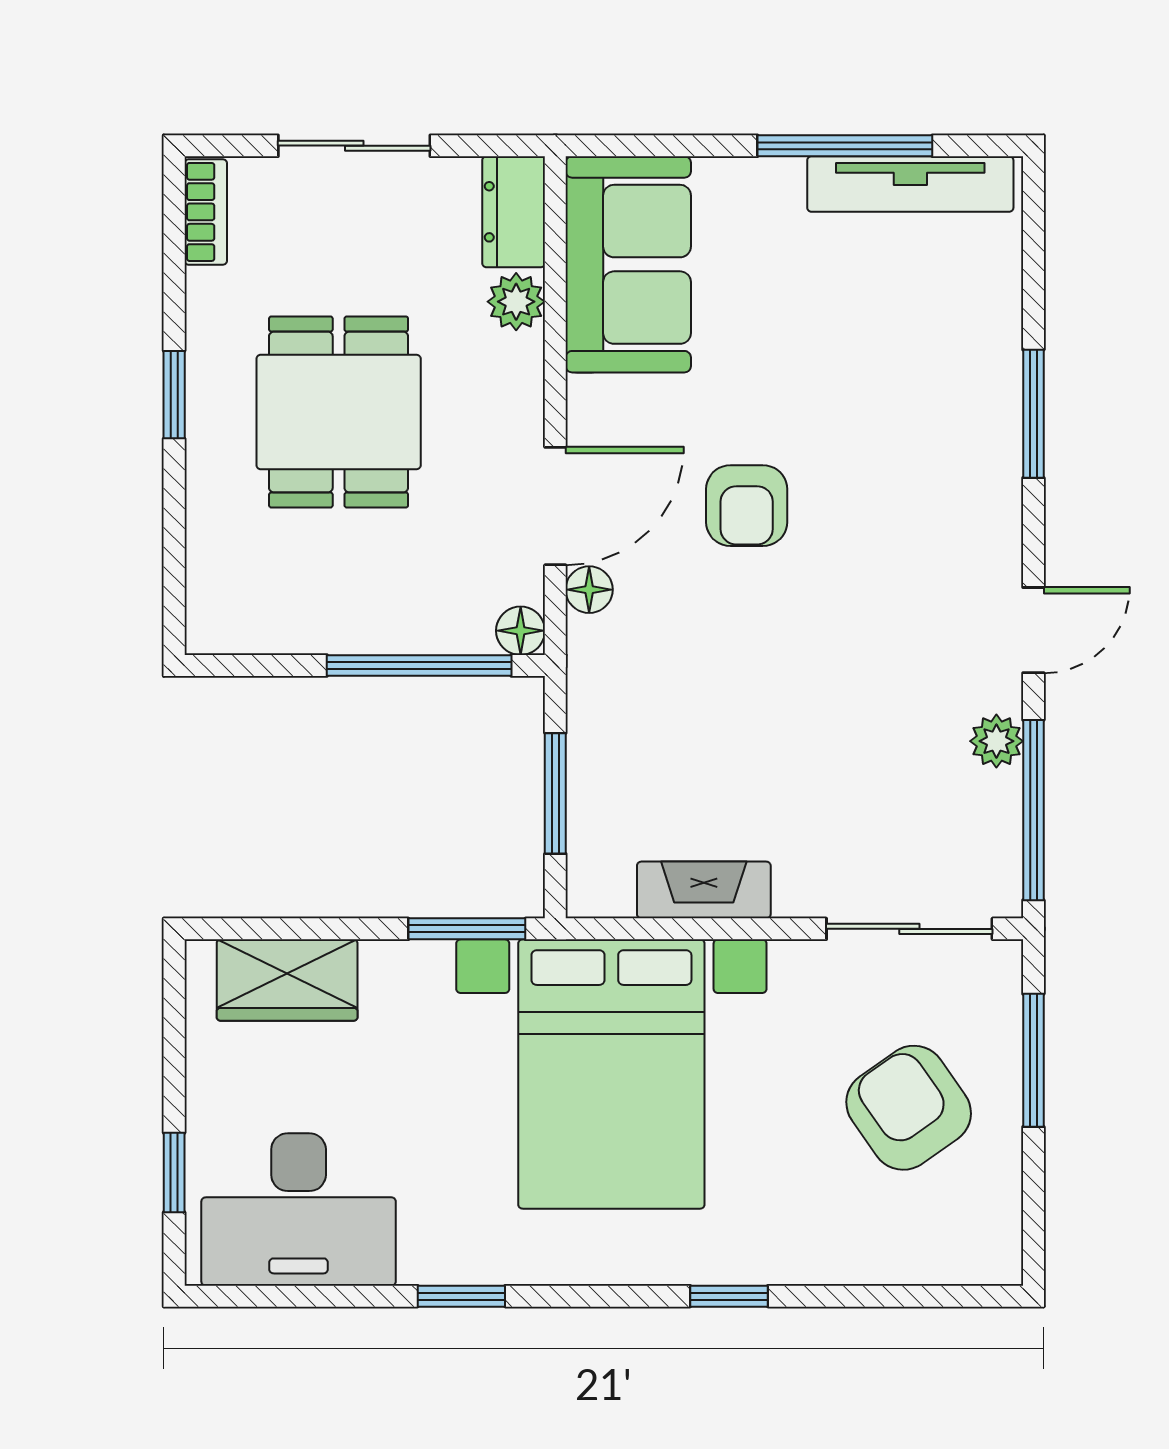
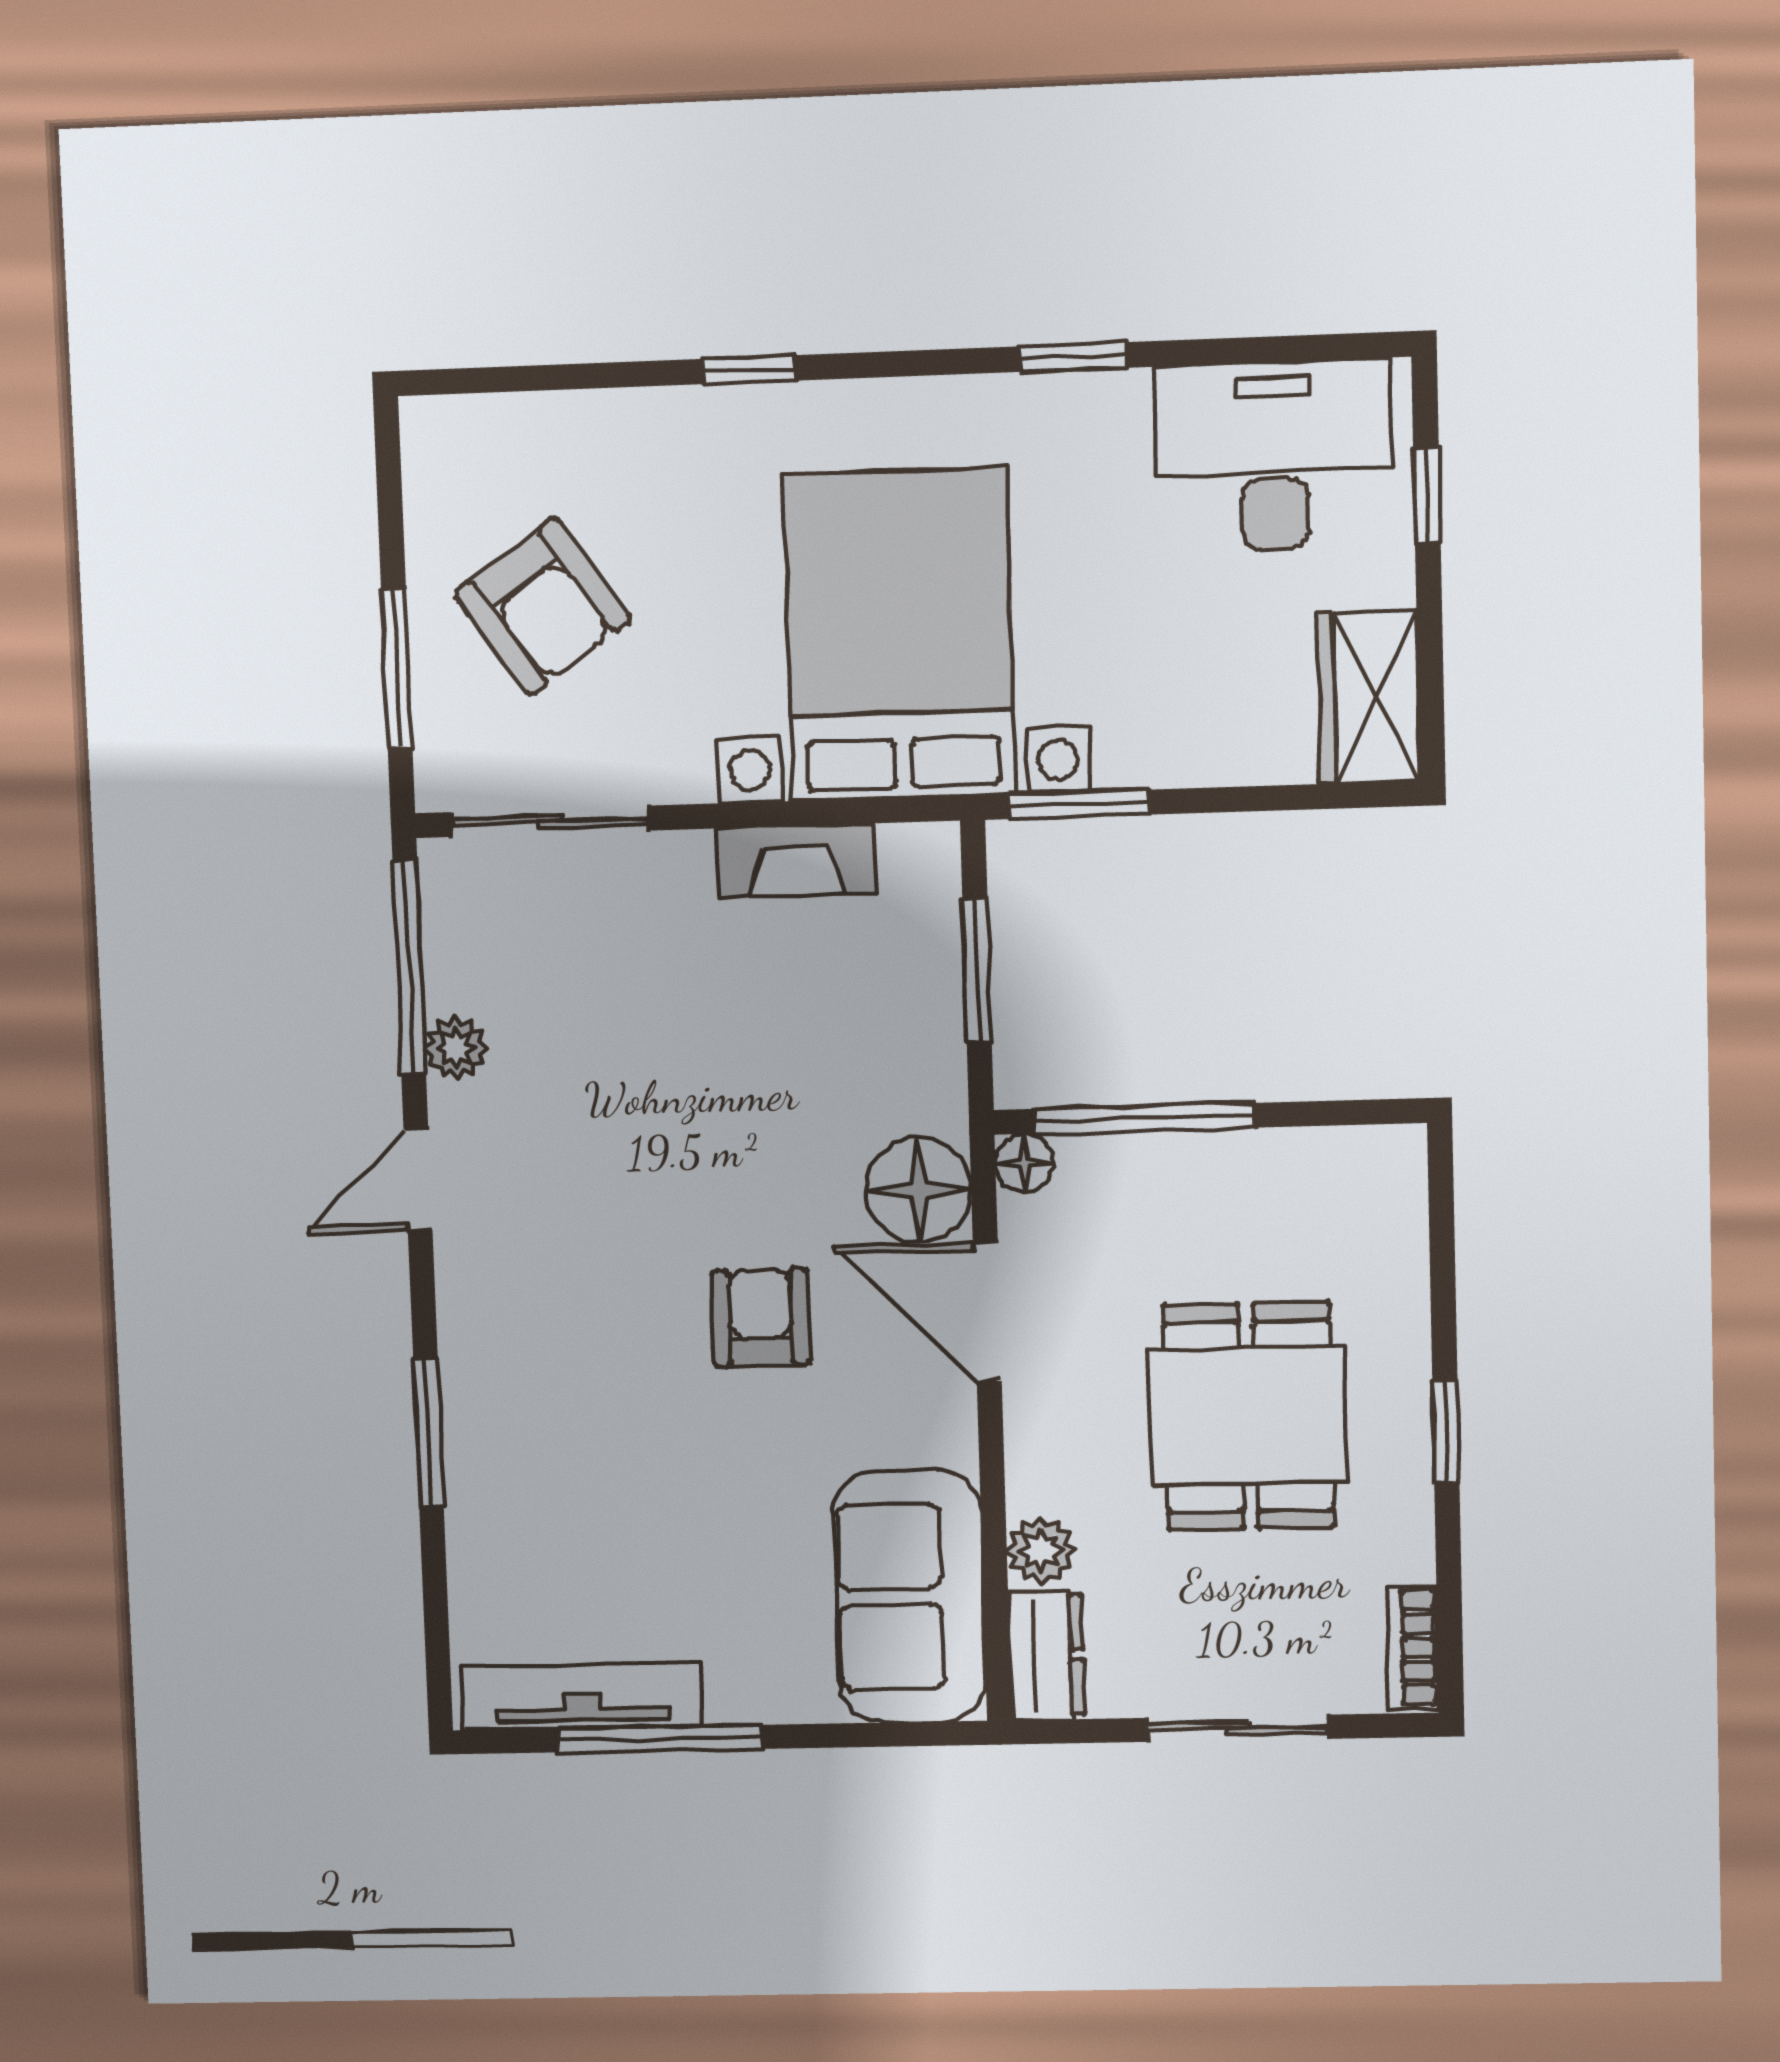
door: (555, 506) -> (987, 1312), hinge flipped
floor lamp: (589, 590) -> (919, 1190), width x1.89, depth x1.89
wardrobe: (287, 980) -> (1369, 697), moved, turned -90

